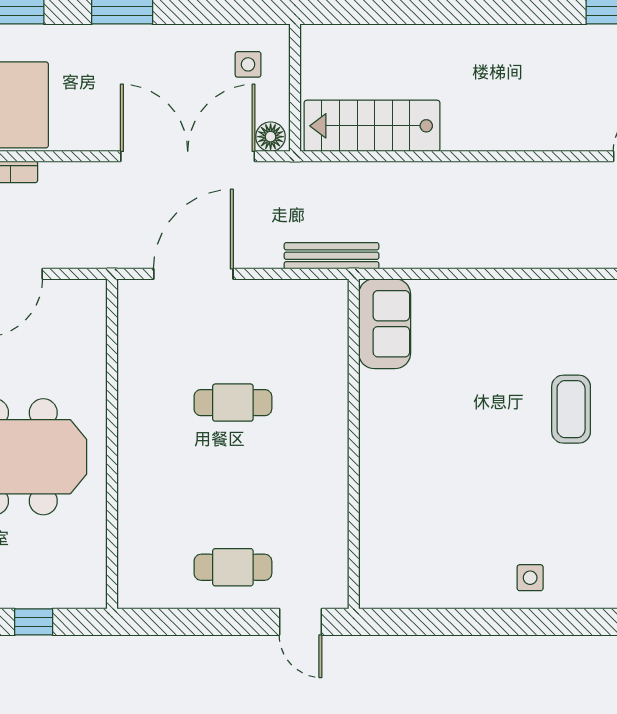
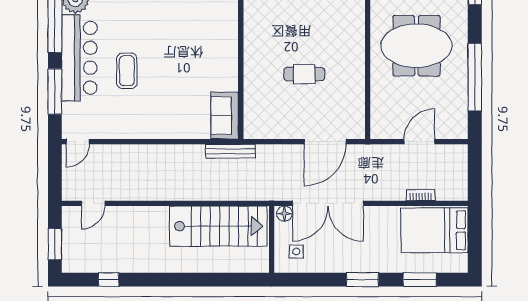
stairs: (372, 126) -> (218, 226), width x1.36, depth x1.51
bench: (332, 256) -> (230, 151), moved

